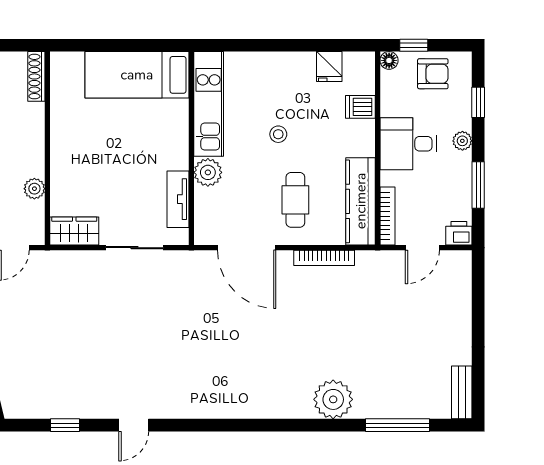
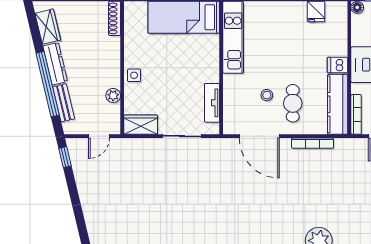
dishwasher: (360, 107) -> (337, 65), moved
stool: (278, 134) -> (267, 95), moved
side table: (65, 159) -> (134, 75), added
plant: (208, 172) -> (233, 84), removed

